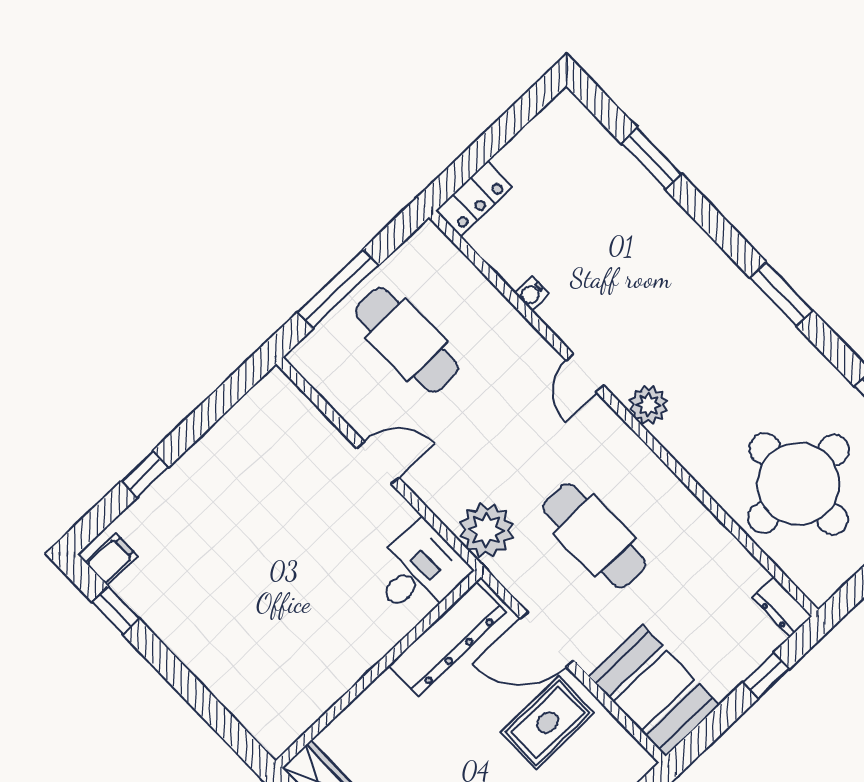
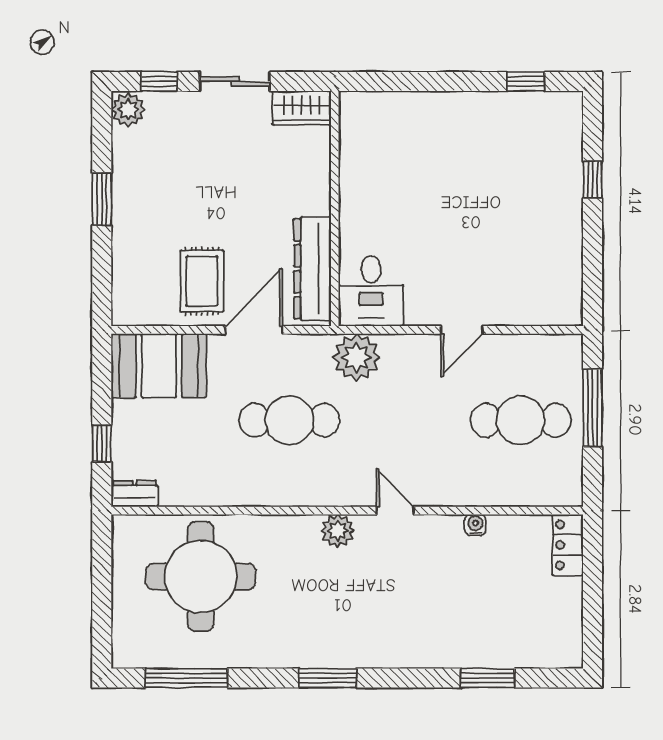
filing cabinet: (111, 559) -> (560, 109), removed

